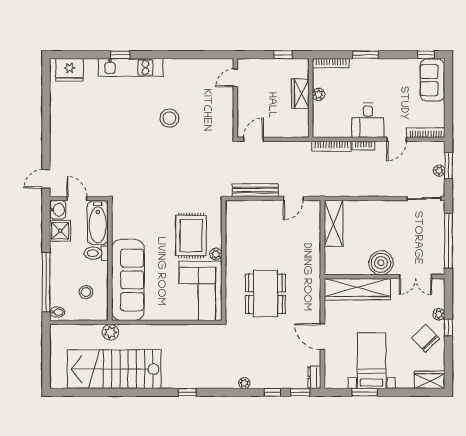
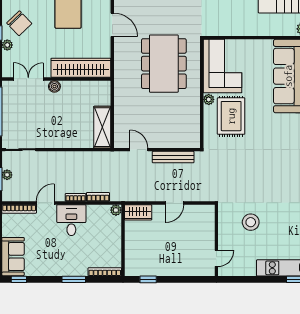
door: (235, 78) -> (216, 258), moved
wardrobe: (300, 94) -> (138, 212), moved, turned 90
plant: (319, 94) -> (116, 210), moved
wall: (235, 98) -> (216, 240), moved
bookcase: (331, 146) -> (98, 197), width x0.64
door: (293, 198) -> (139, 150), hinge flipped
boiler: (381, 263) -> (54, 86), width x0.54, depth x0.54
dining table: (265, 294) -> (164, 64), width x1.36, depth x1.24

